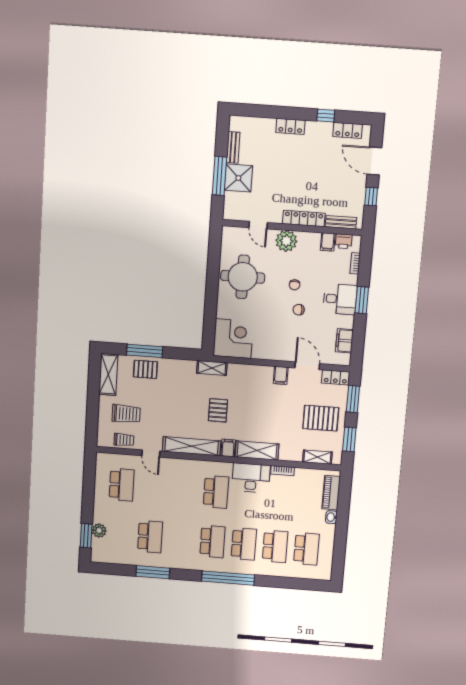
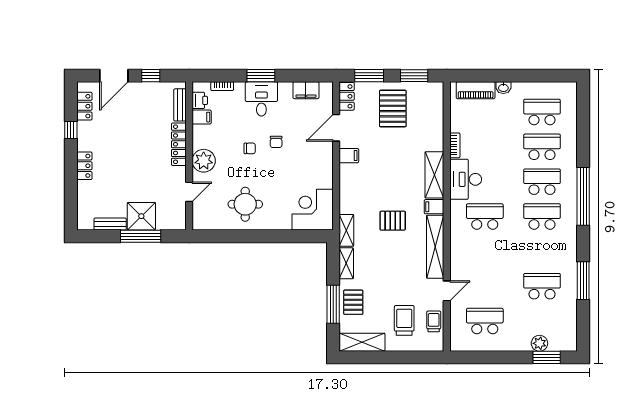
round table: (243, 277) -> (245, 204), width x0.73, depth x0.73
shelving: (317, 457) -> (346, 263), moved

